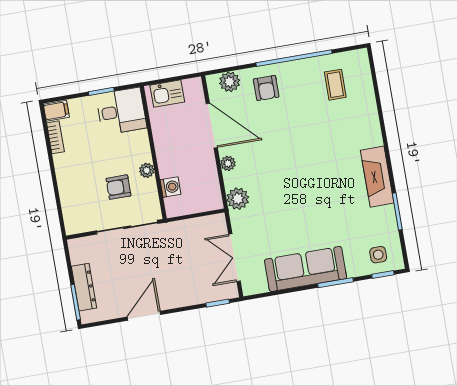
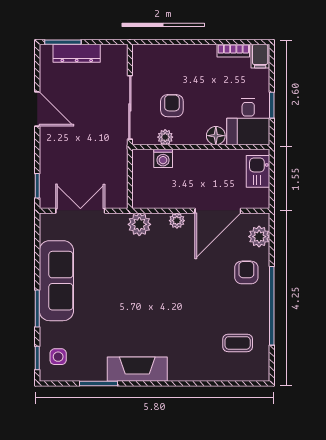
armchair: (266, 88) -> (246, 272), turned 90
floor lamp: (140, 140) -> (216, 136), added
plant: (147, 170) -> (165, 137), moved

